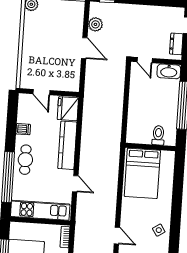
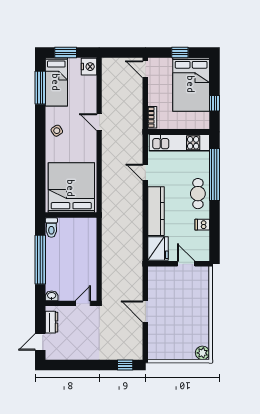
plant: (95, 24) -> (135, 337), removed
door: (145, 60) -> (83, 303), hinge flipped
washbasin: (169, 71) -> (52, 296), width x0.52, depth x0.69
toilet: (158, 135) -> (51, 227), moved
bed: (142, 173) -> (71, 188), width x1.36

